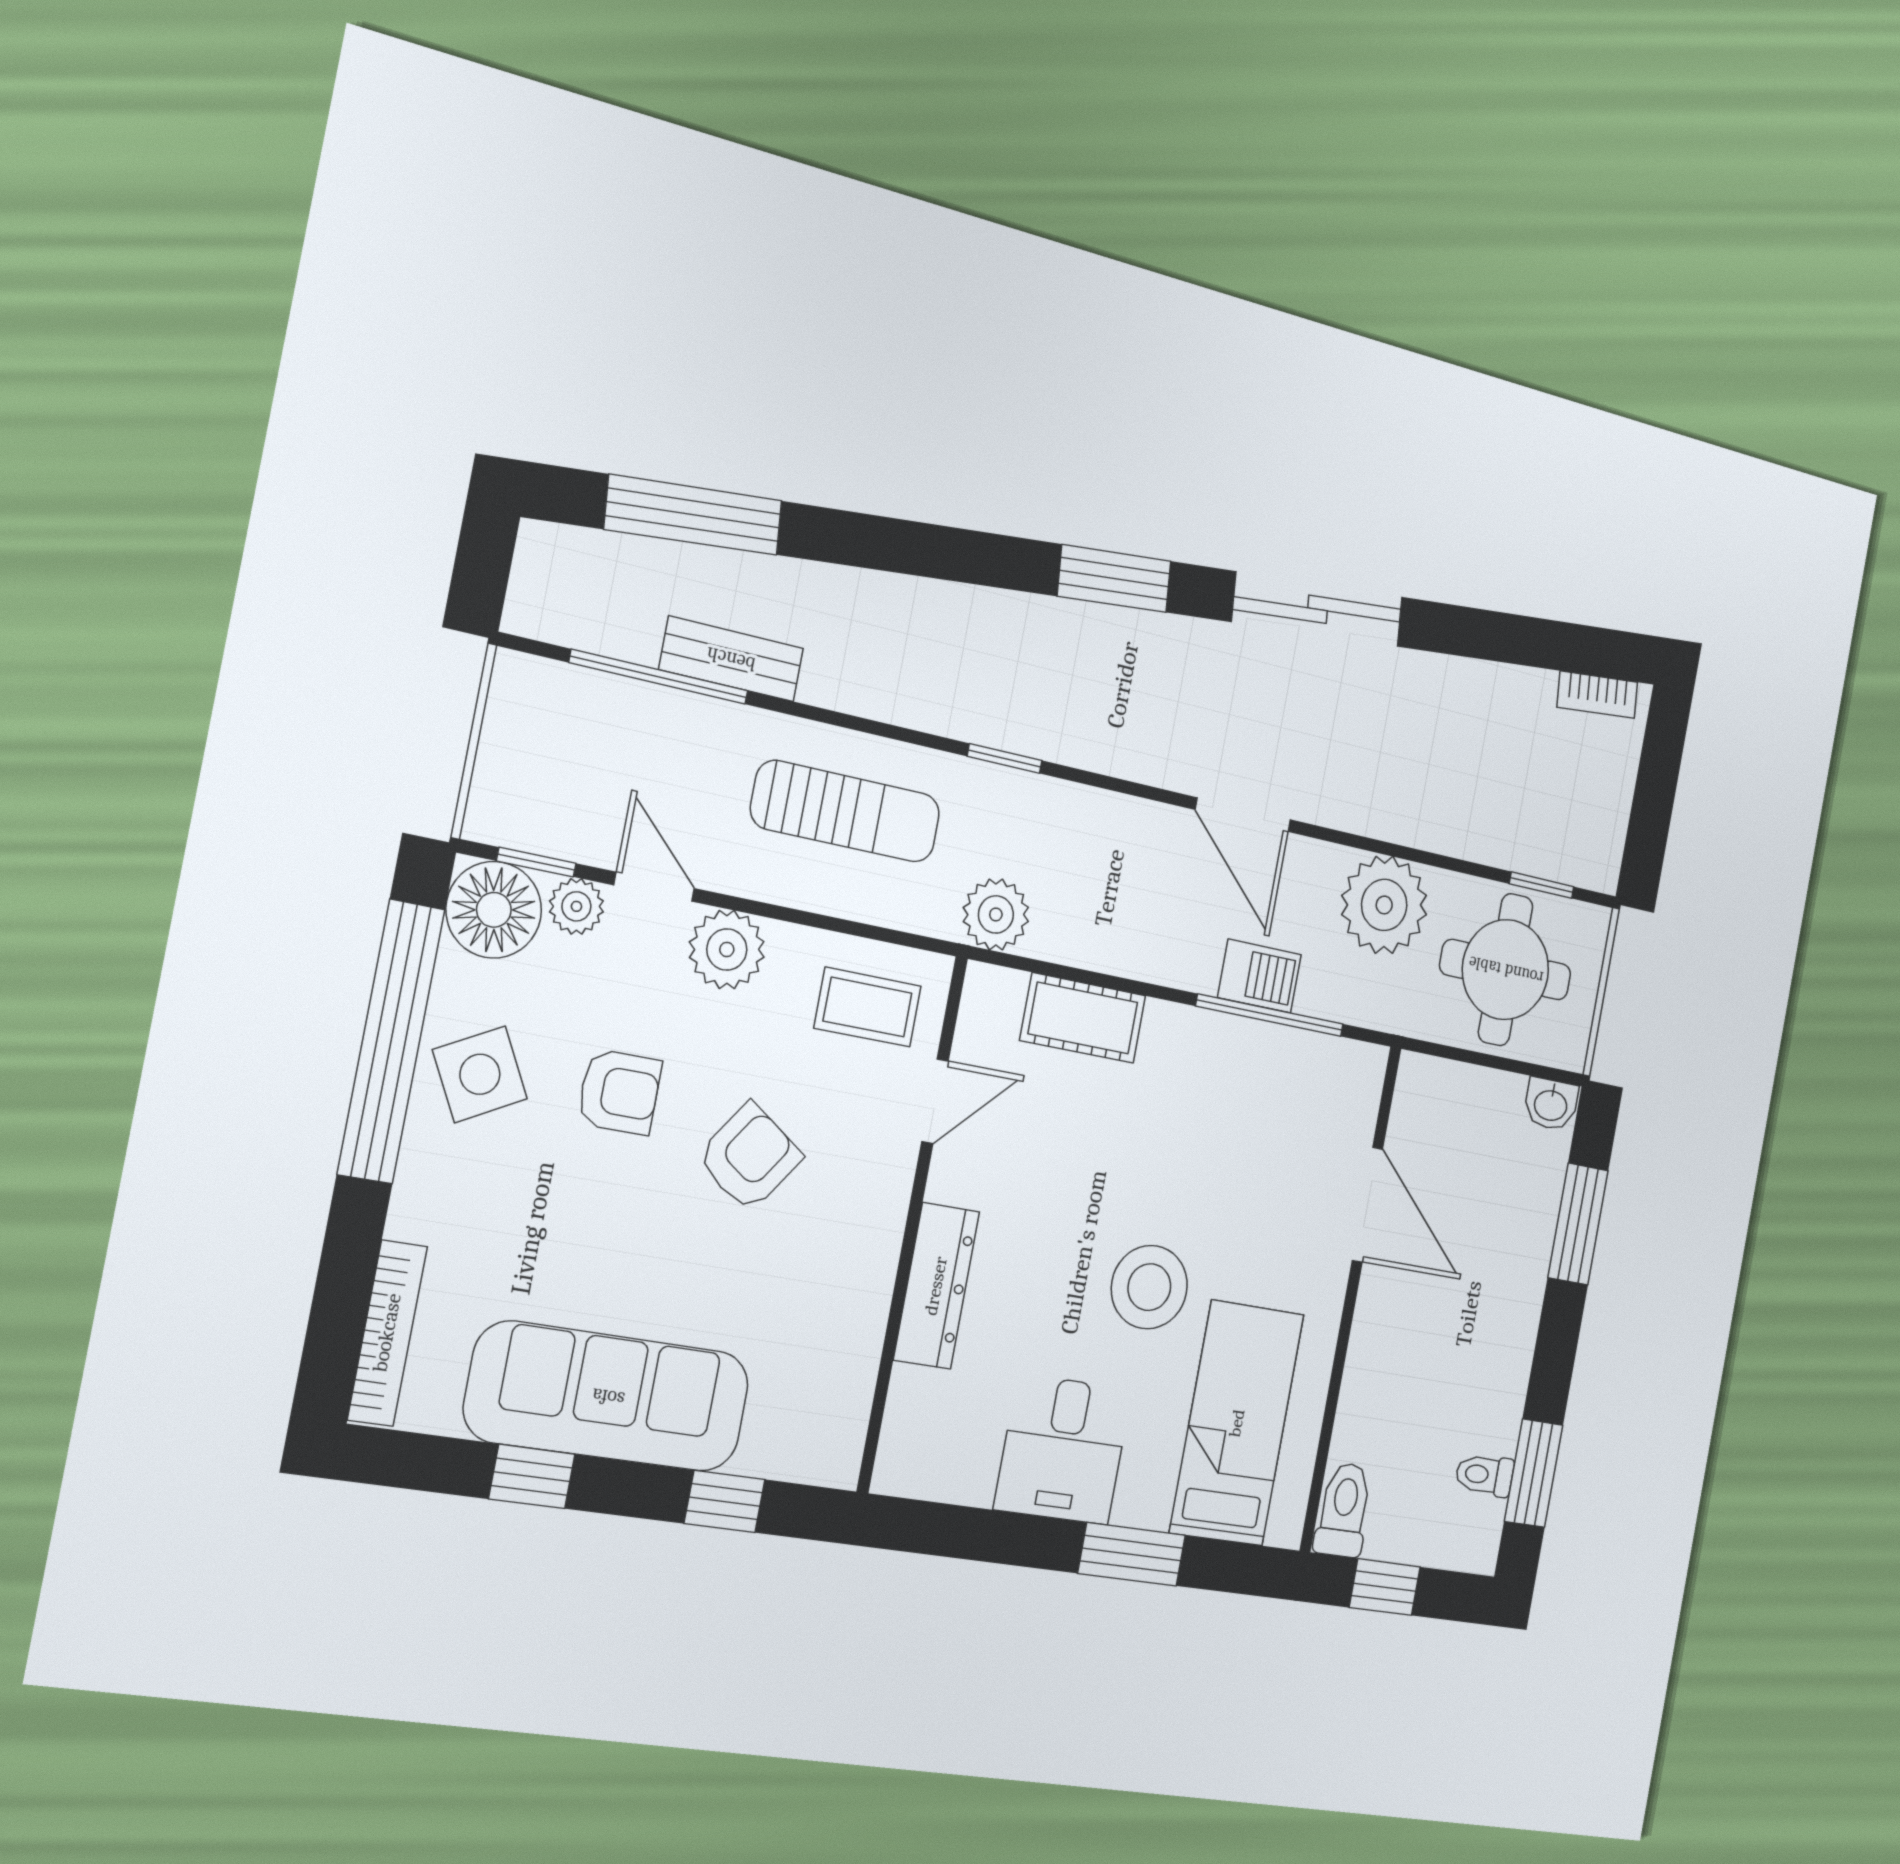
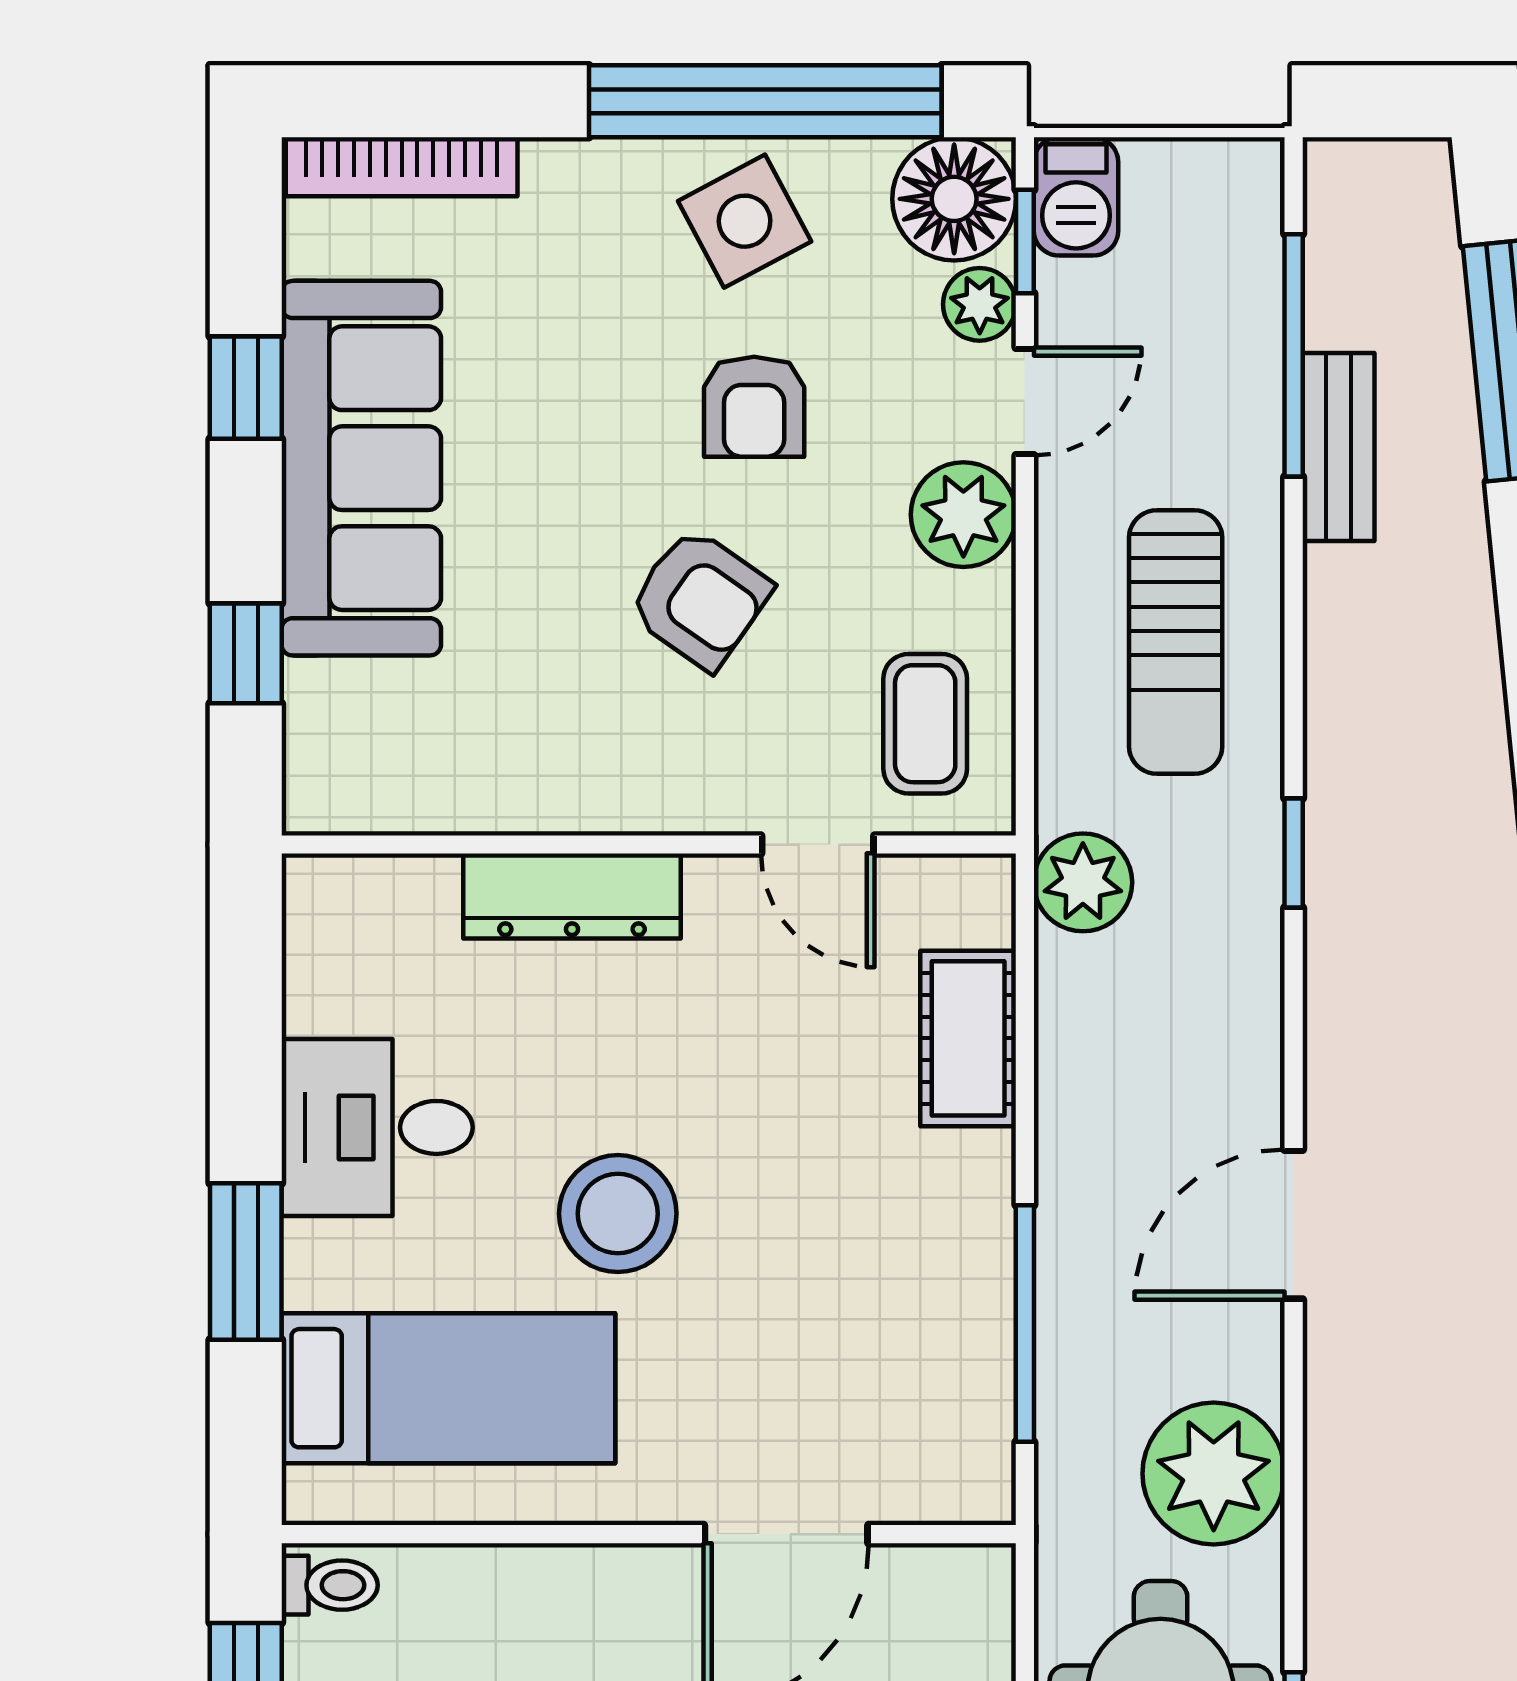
barbecue: (1259, 976) -> (1076, 196), moved
toilet: (1344, 1510) -> (330, 1585), width x0.73, depth x0.72

